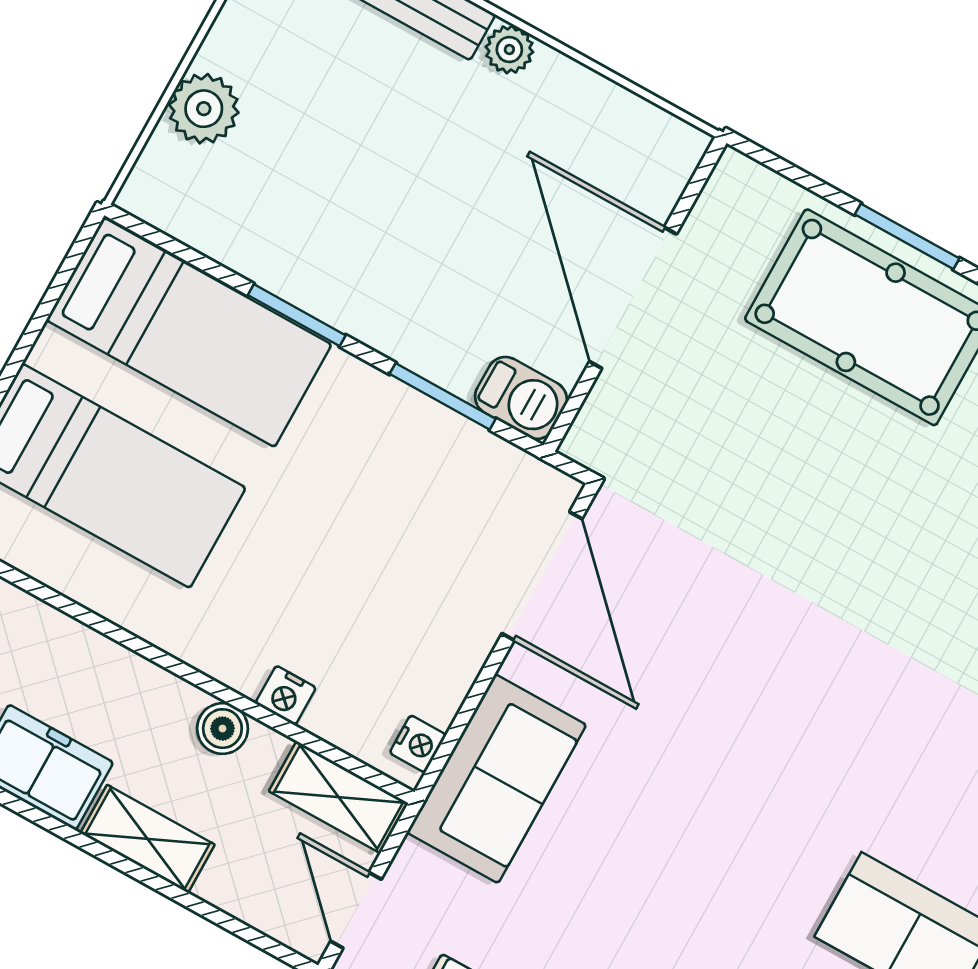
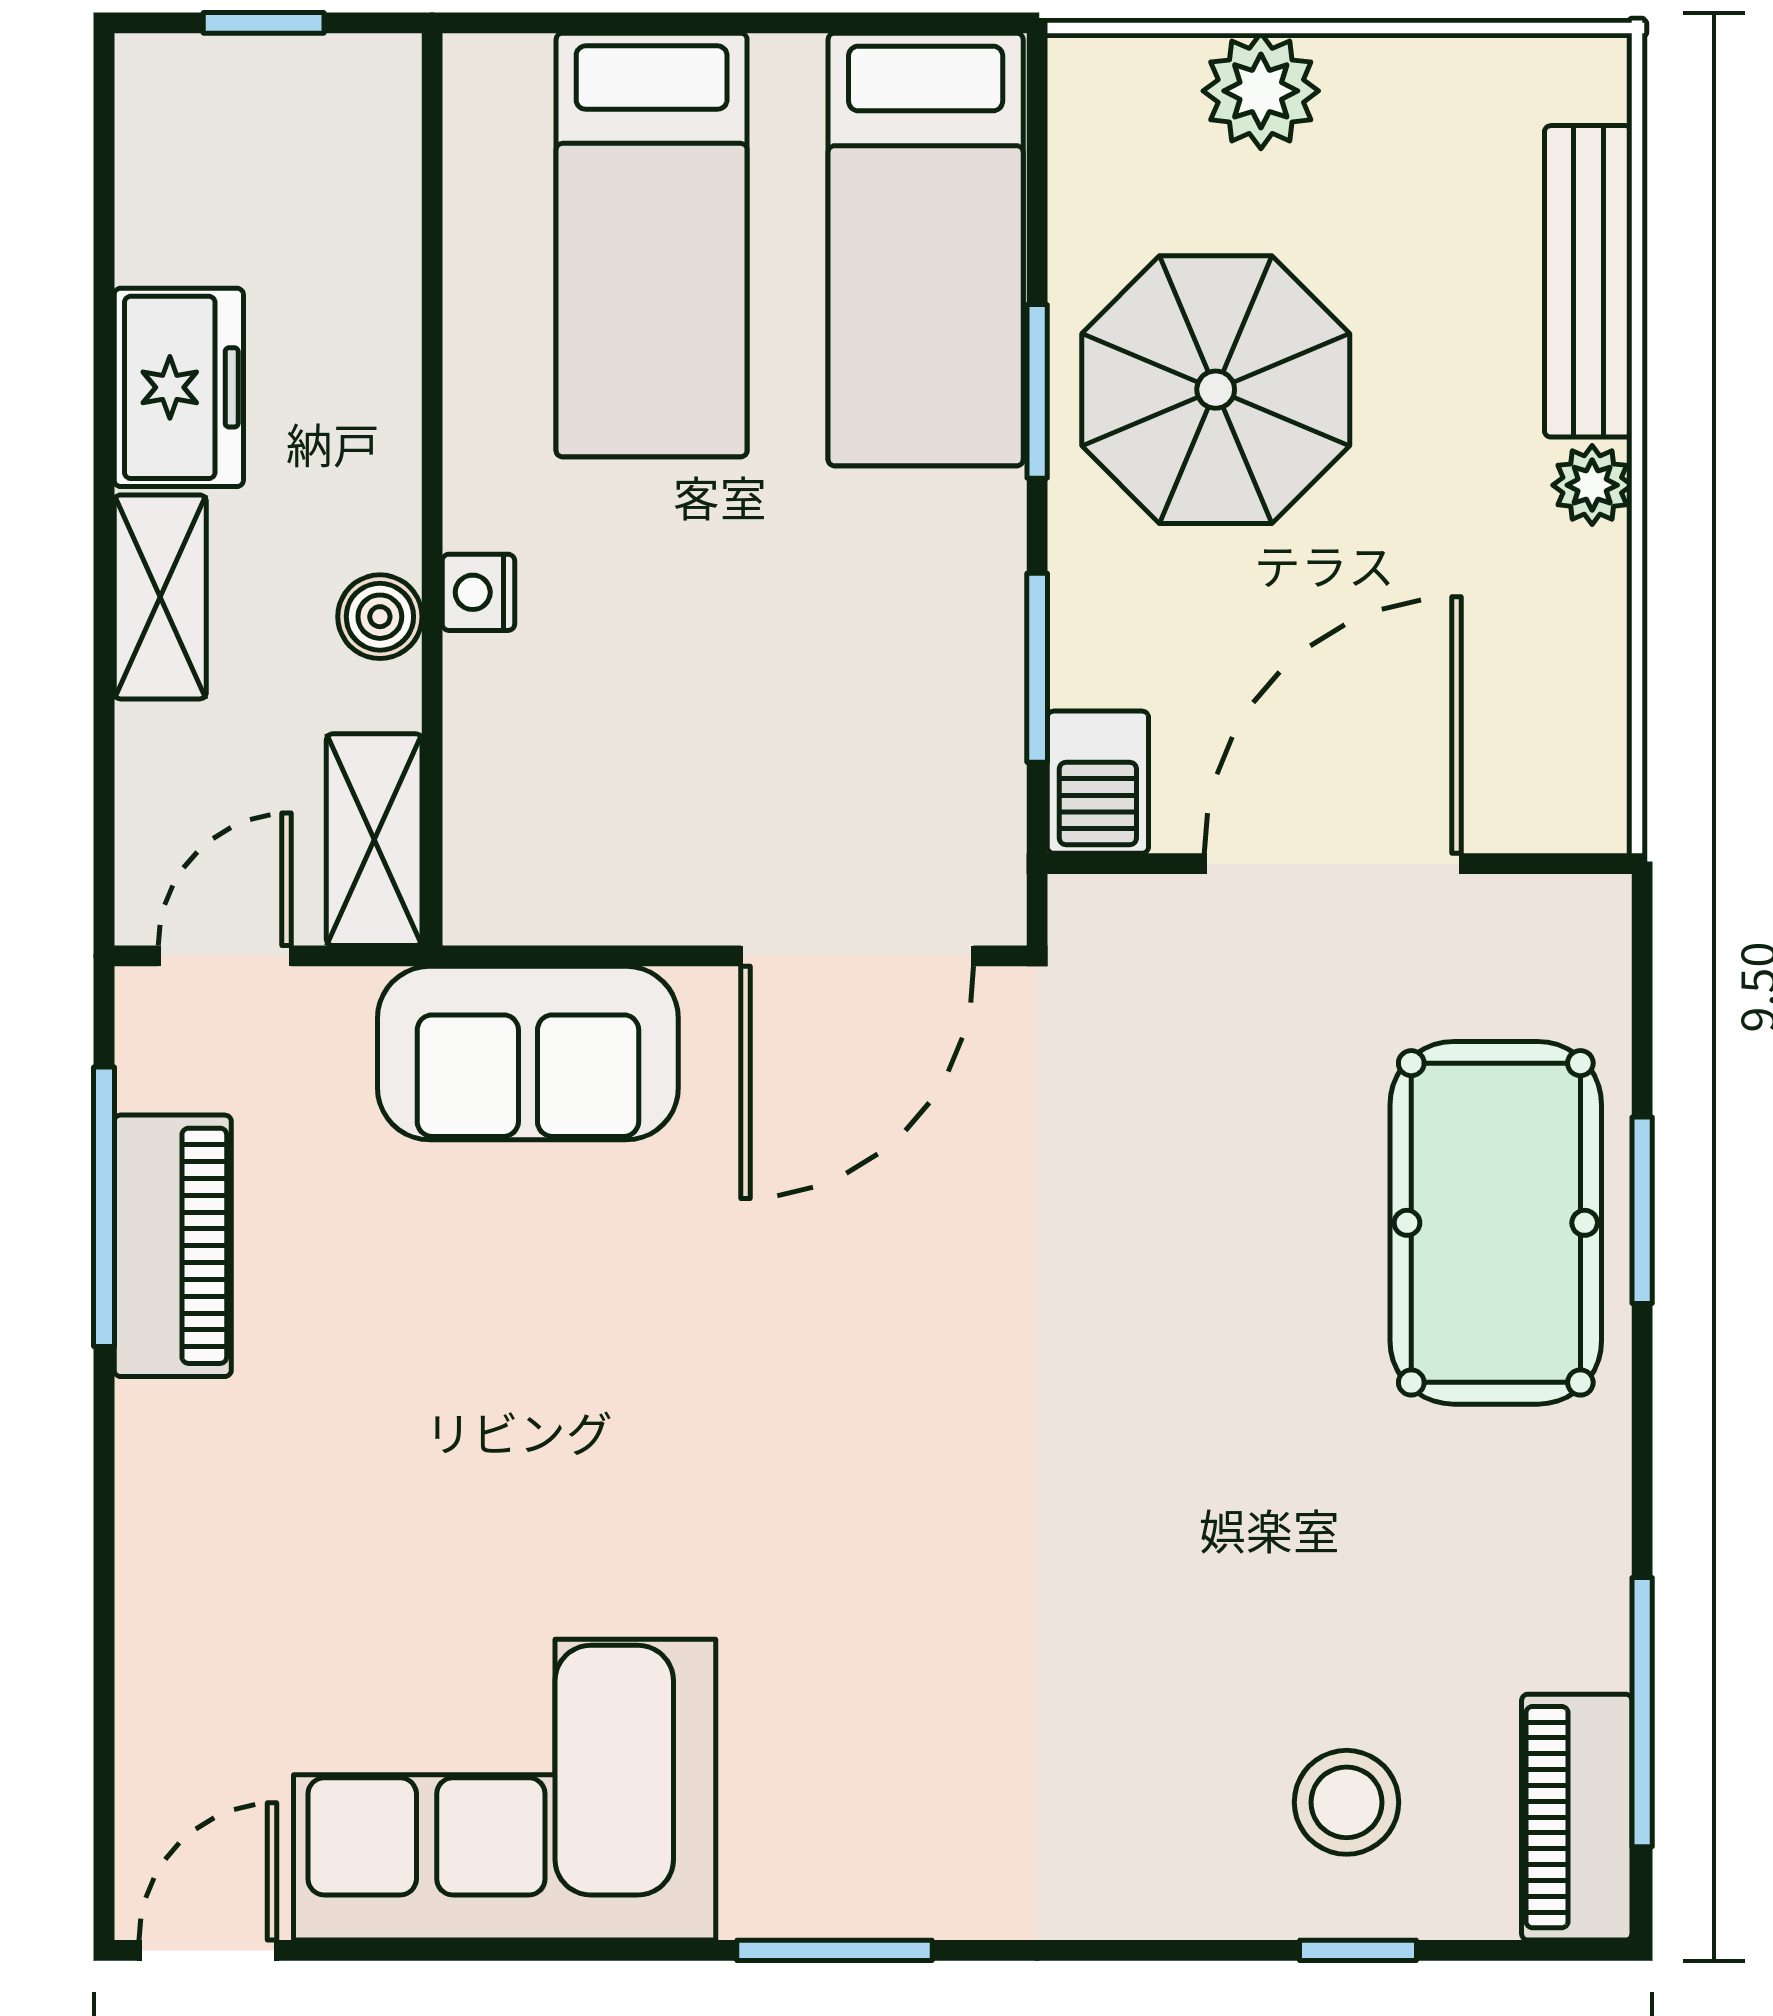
parasol: (348, 220) -> (1216, 390), added
nightstand: (286, 695) -> (478, 592), moved
nightstand: (418, 744) -> (515, 911), removed

